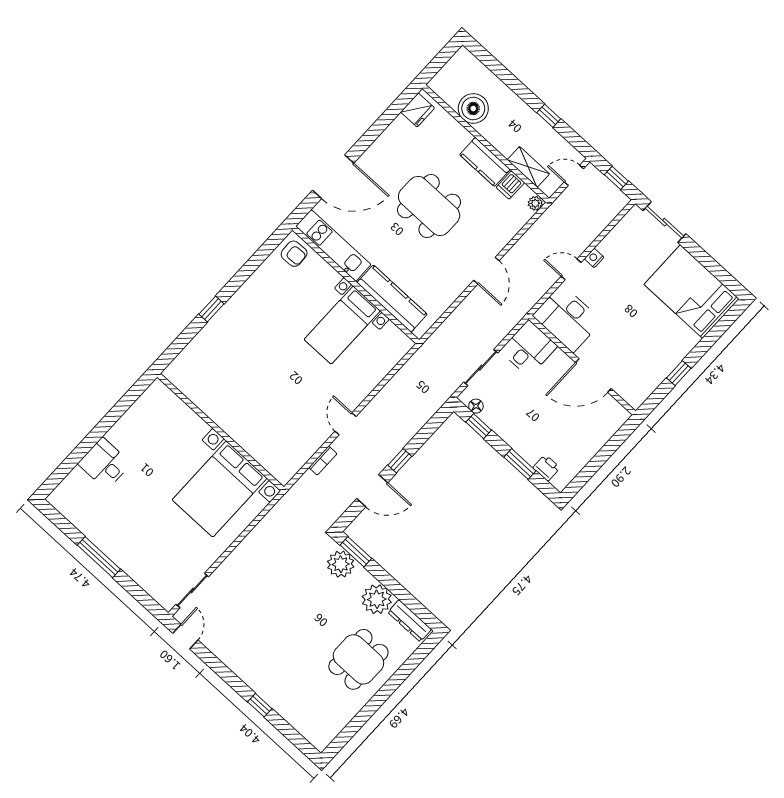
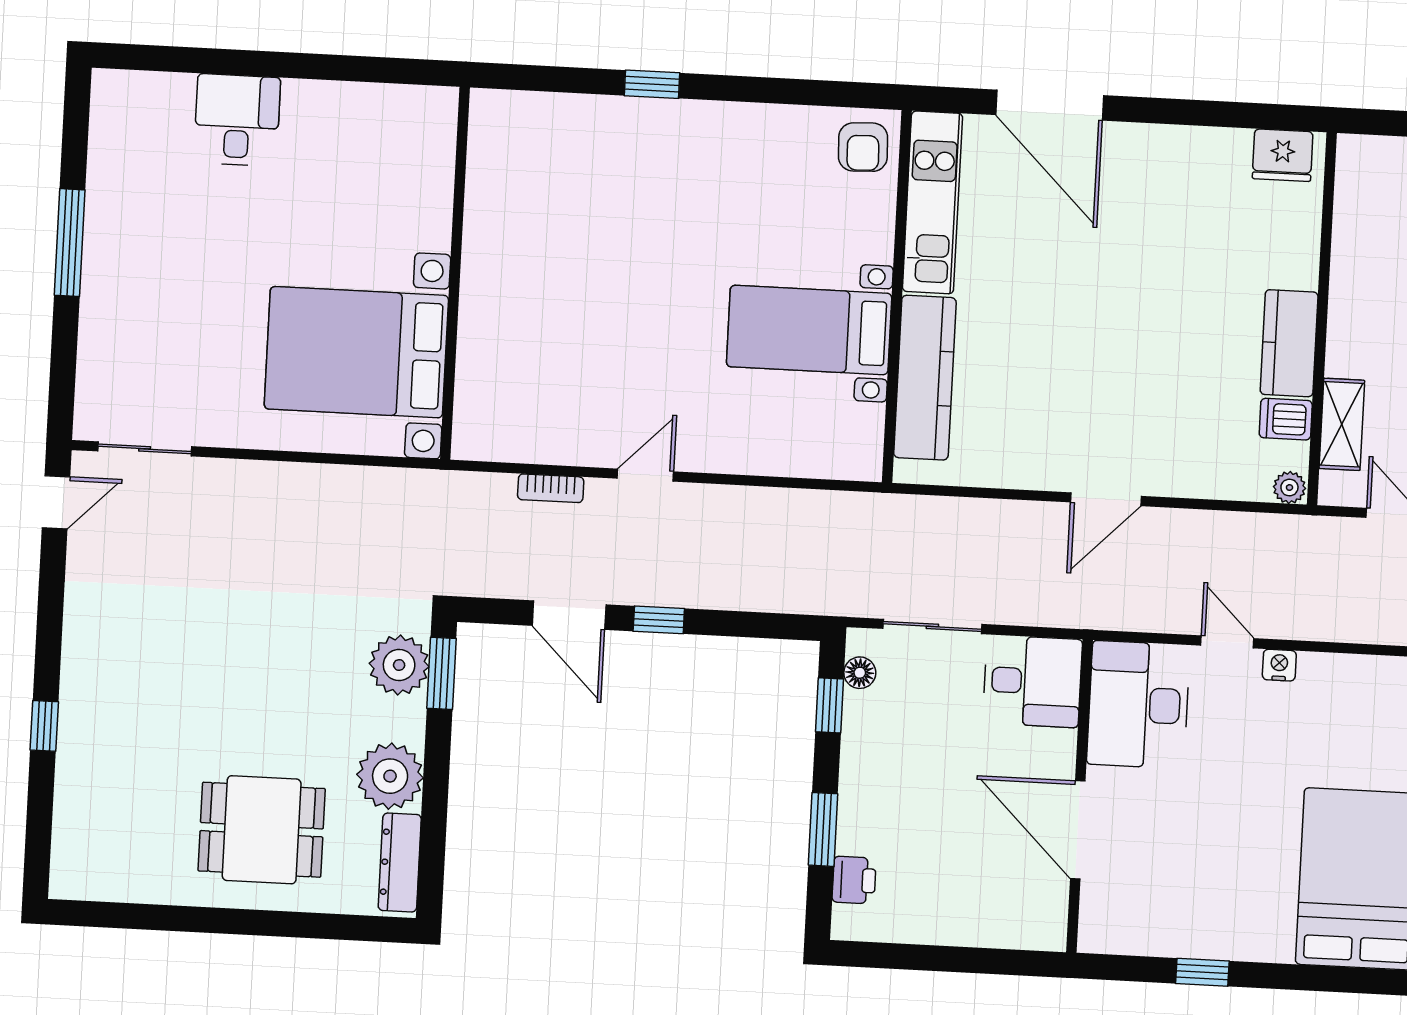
boiler: (473, 108) -> (1364, 248), removed
dining table: (429, 206) -> (1135, 310), removed

